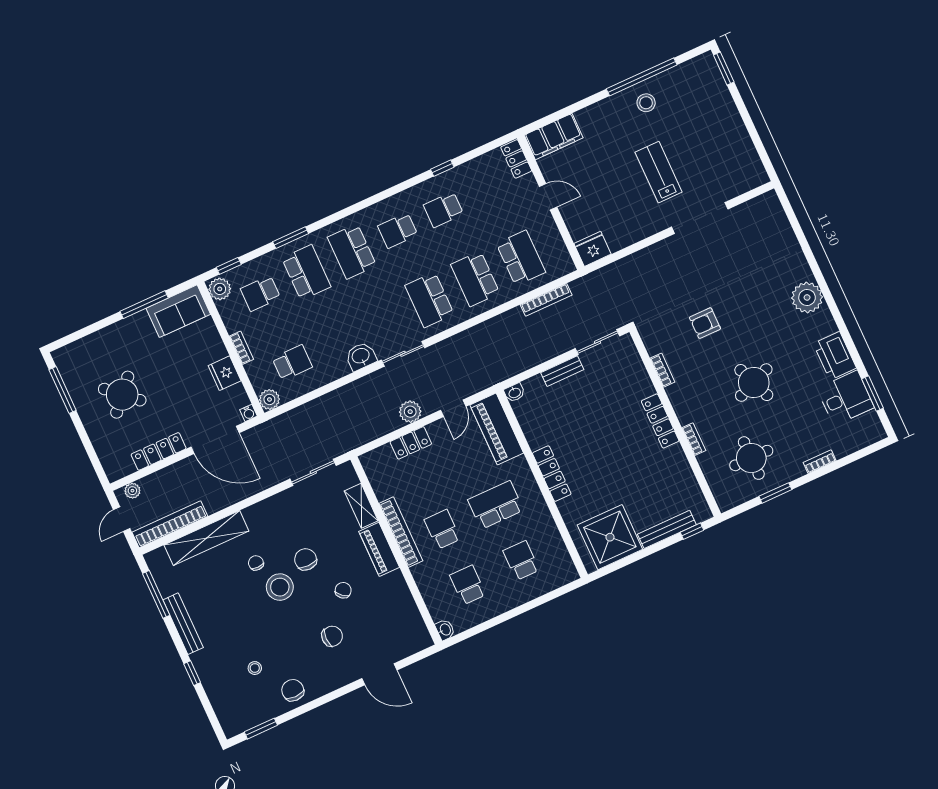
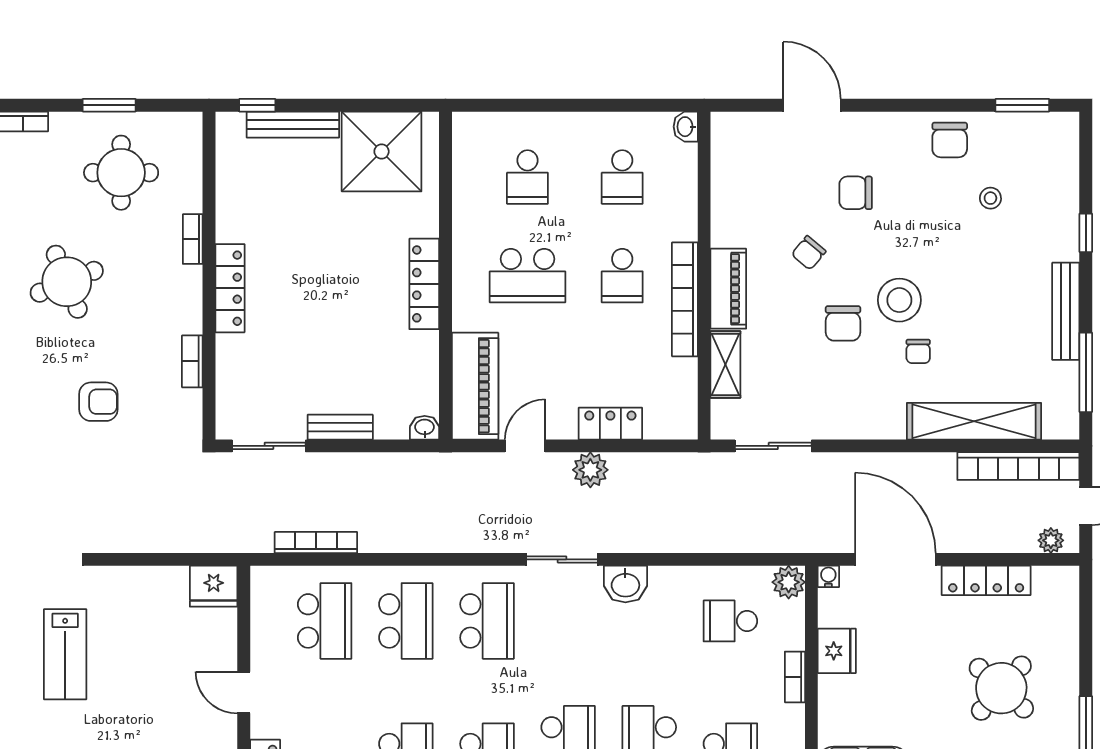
school desk: (521, 258) -> (325, 621), turned 180

